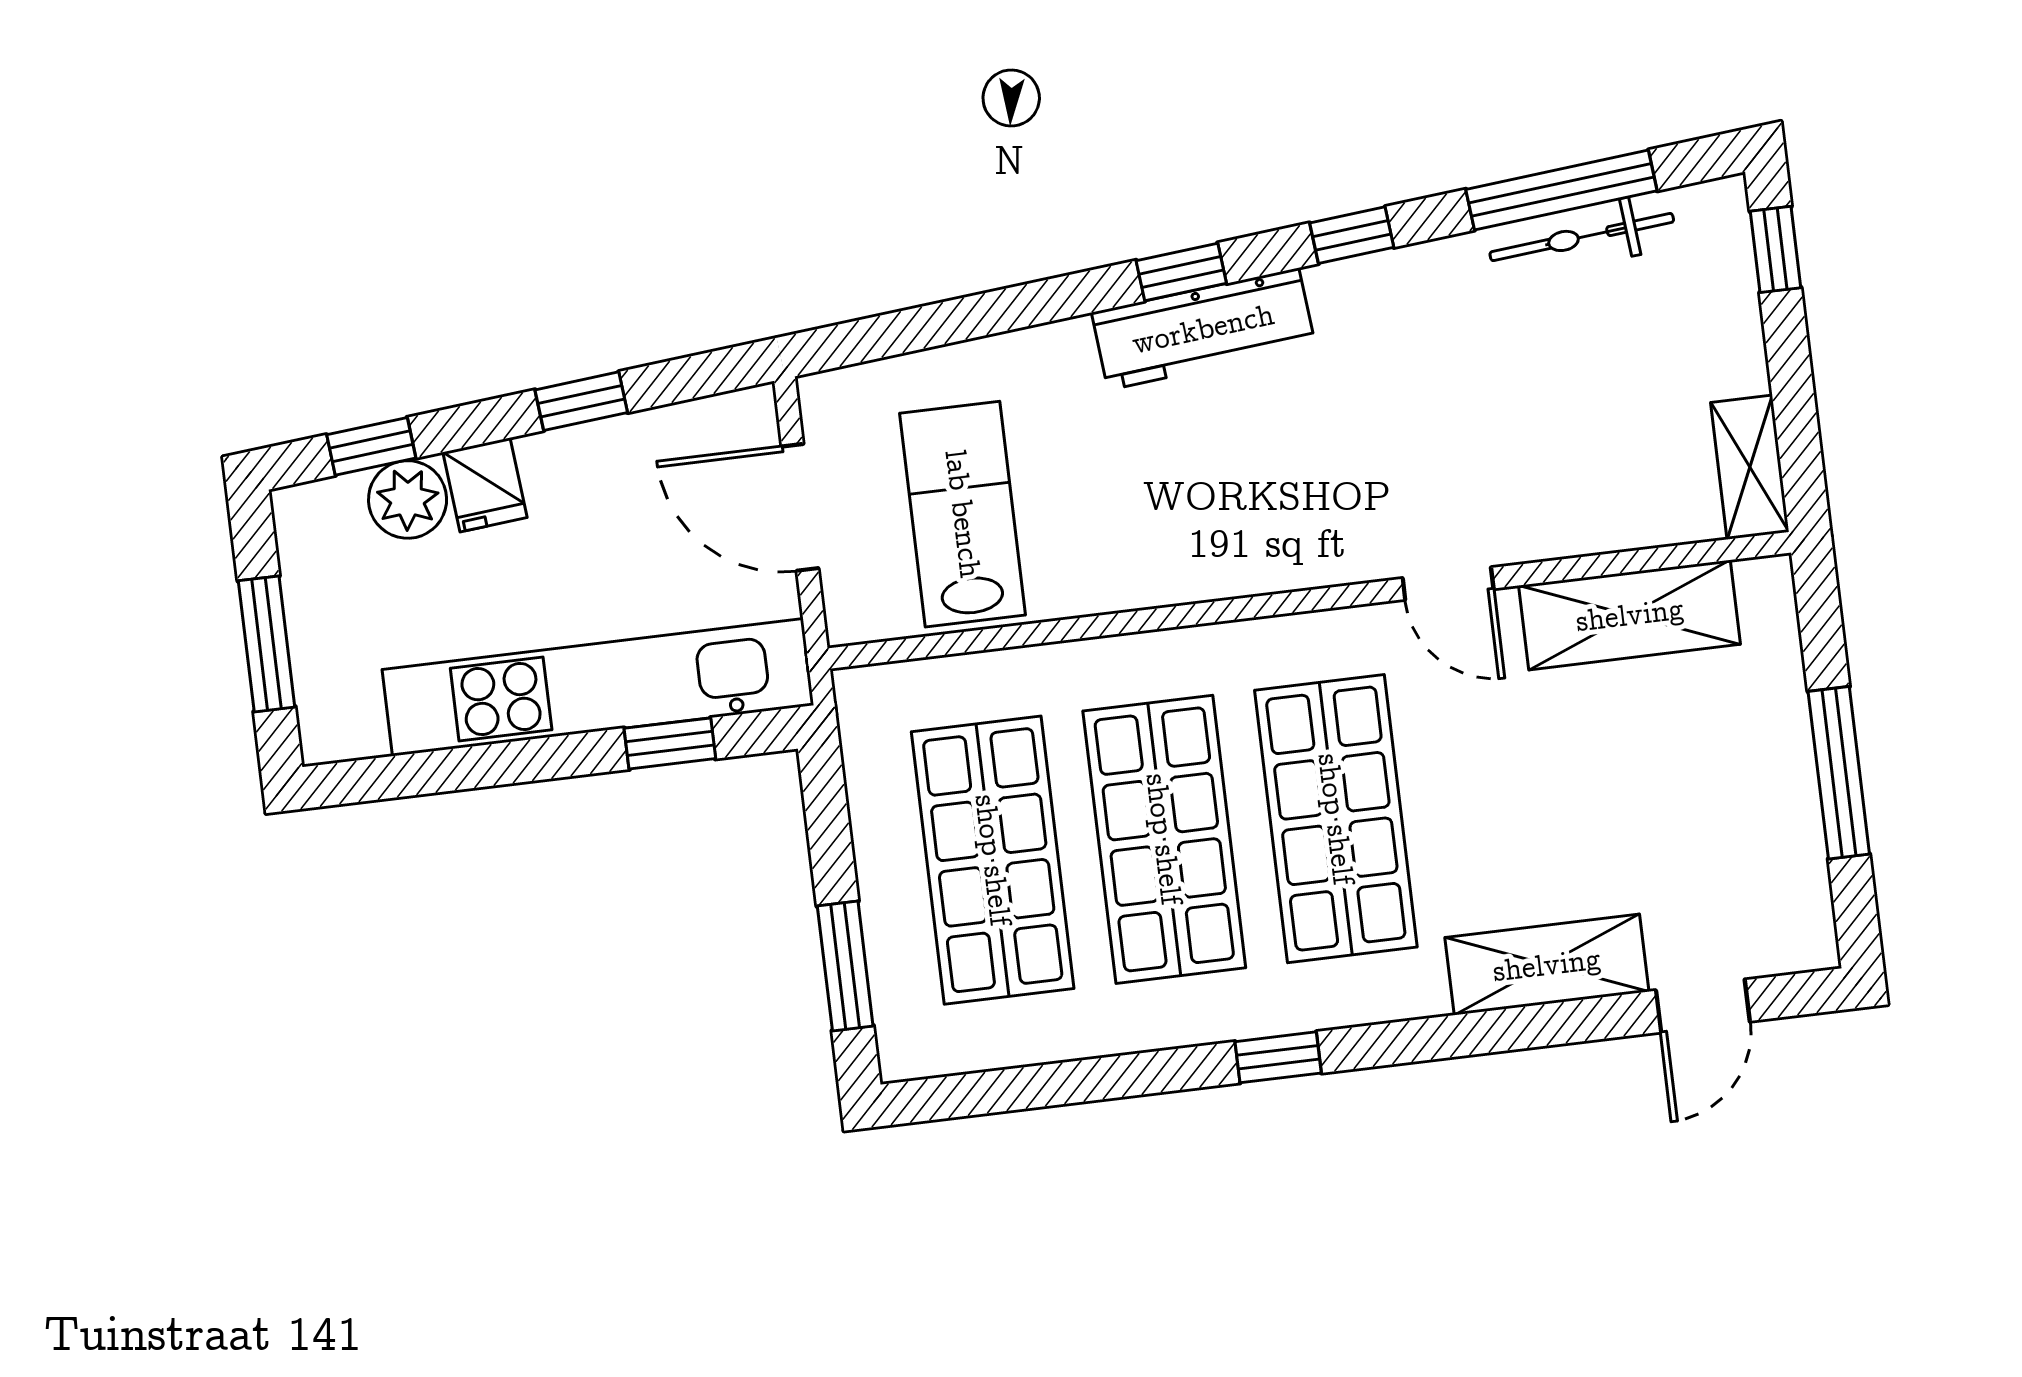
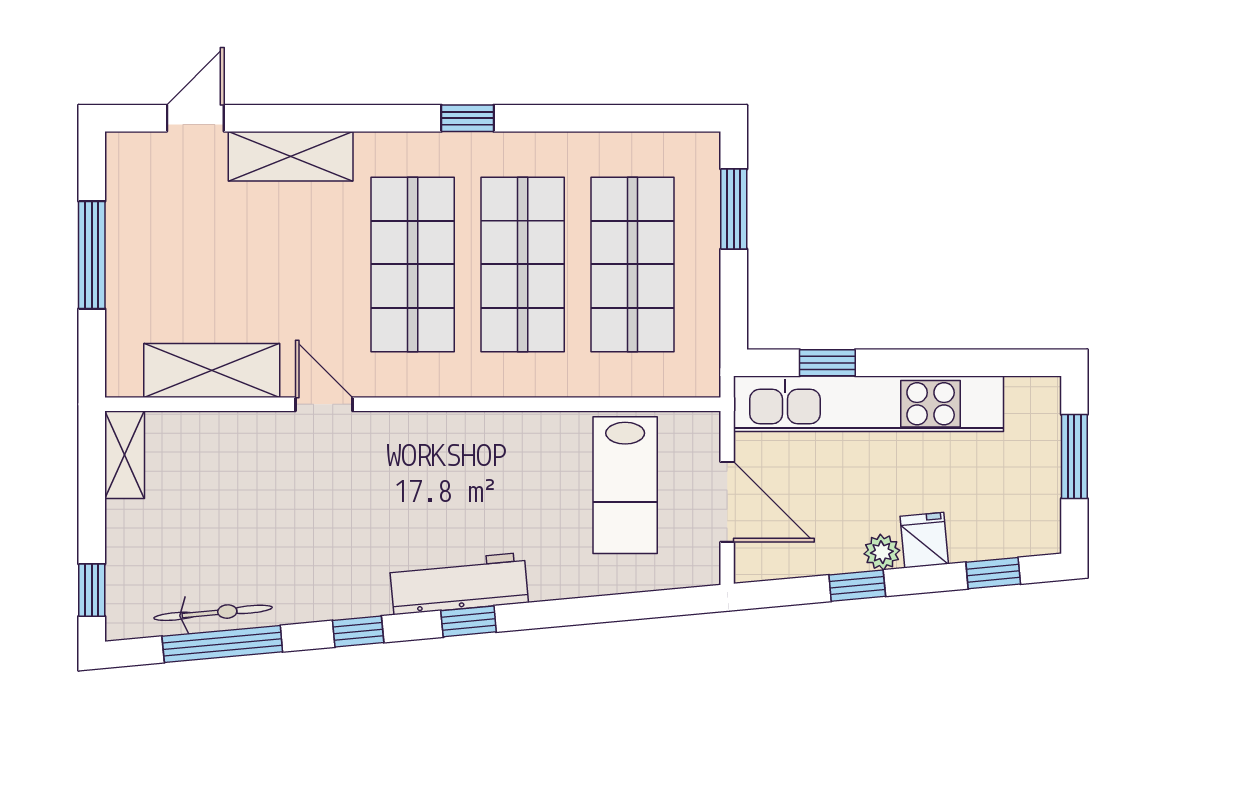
plant: (408, 499) -> (882, 552), moved, width x0.73, depth x0.73

